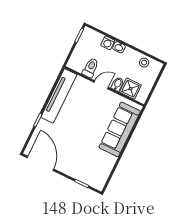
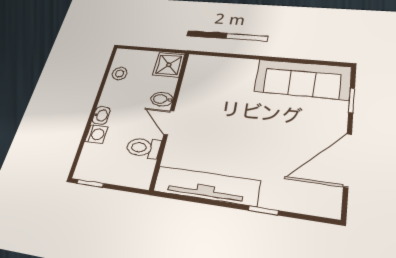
shower: (130, 89) -> (169, 65), moved
sofa: (120, 129) -> (302, 79), moved
door: (40, 163) -> (348, 160), moved

